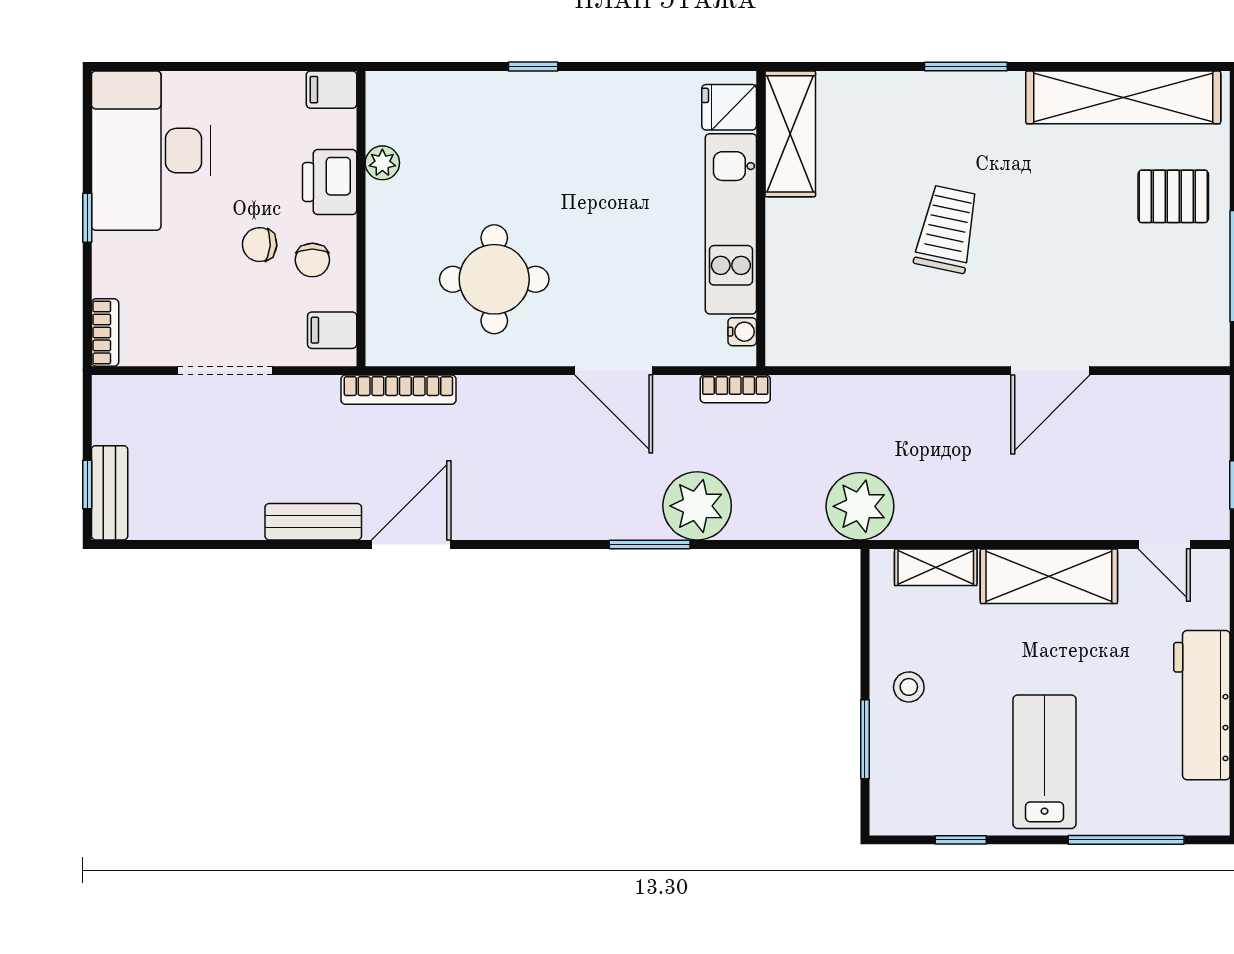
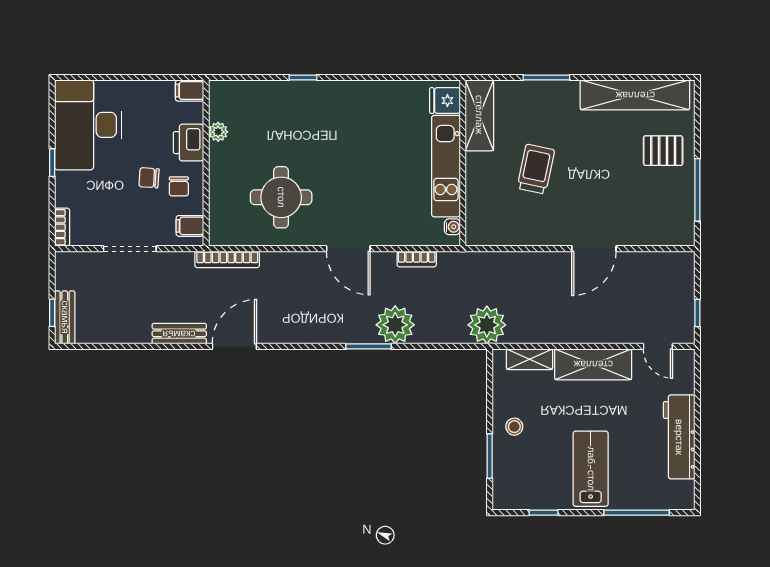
fridge: (729, 107) -> (445, 101), moved
shelving: (790, 134) -> (479, 115), moved
wall: (761, 219) -> (463, 163), moved
kitchen unit: (731, 224) -> (446, 166), moved
water cooler: (742, 332) -> (452, 227), moved

